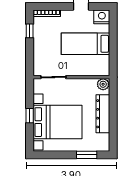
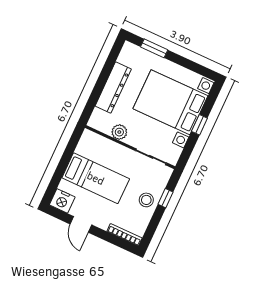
window: (30, 31) -> (166, 198), moved
stool: (43, 45) -> (146, 200), added
plant: (103, 84) -> (119, 132), moved

